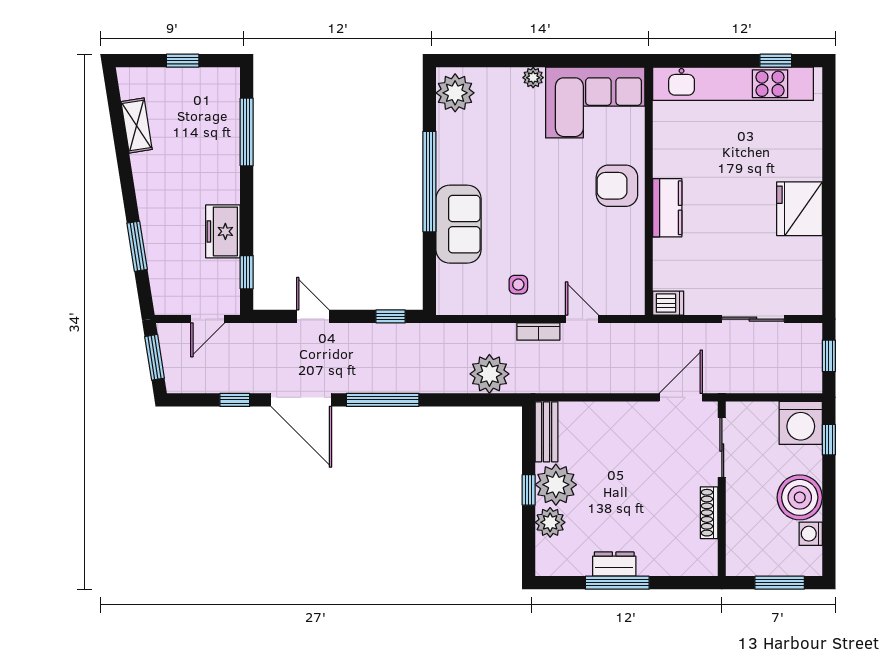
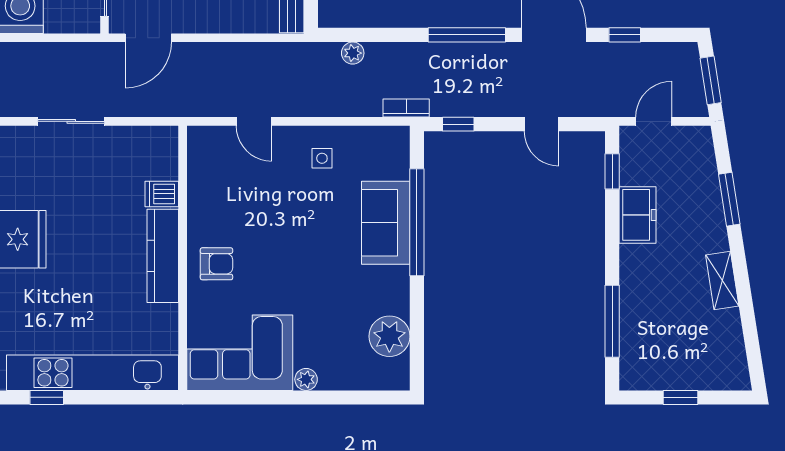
plant: (455, 93) -> (389, 336), moved
shelving: (137, 125) -> (722, 280), moved
window: (429, 182) -> (417, 222), moved
armchair: (617, 186) -> (216, 264), width x0.72, depth x0.72
kitchen counter: (667, 208) -> (163, 256), width x1.50
dishwasher: (668, 303) -> (162, 194), moved
bookcase: (538, 332) -> (406, 108), moved
plant: (489, 374) -> (353, 53), width x0.53, depth x0.53

